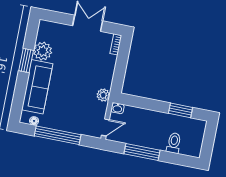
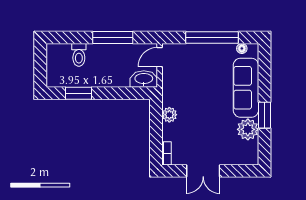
plant: (103, 95) -> (169, 115), moved
washbasin: (118, 108) -> (144, 79), width x1.91, depth x1.45

